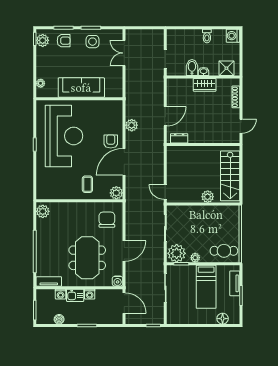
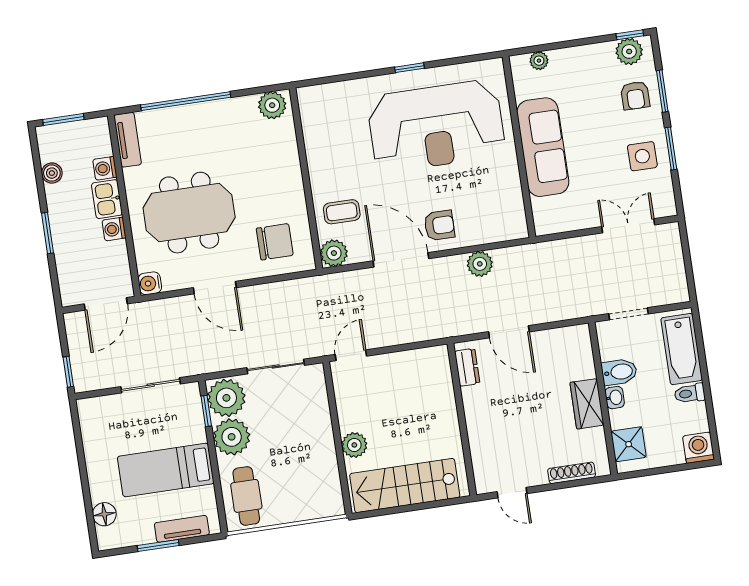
bathtub: (186, 37) -> (682, 349), added
coffee table: (87, 184) -> (342, 212), moved
plant: (195, 258) -> (232, 437), width x1.88, depth x1.88

